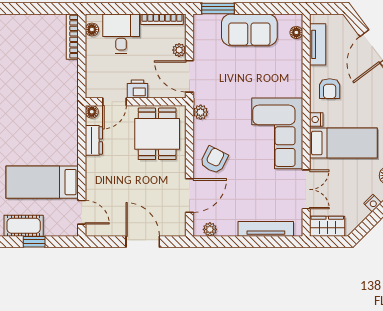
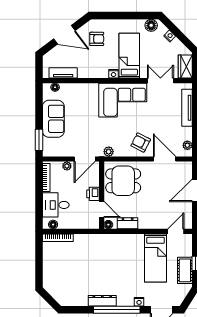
armchair: (330, 89) -> (97, 39), moved

